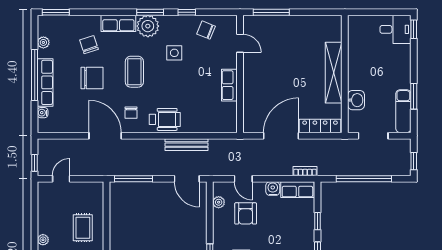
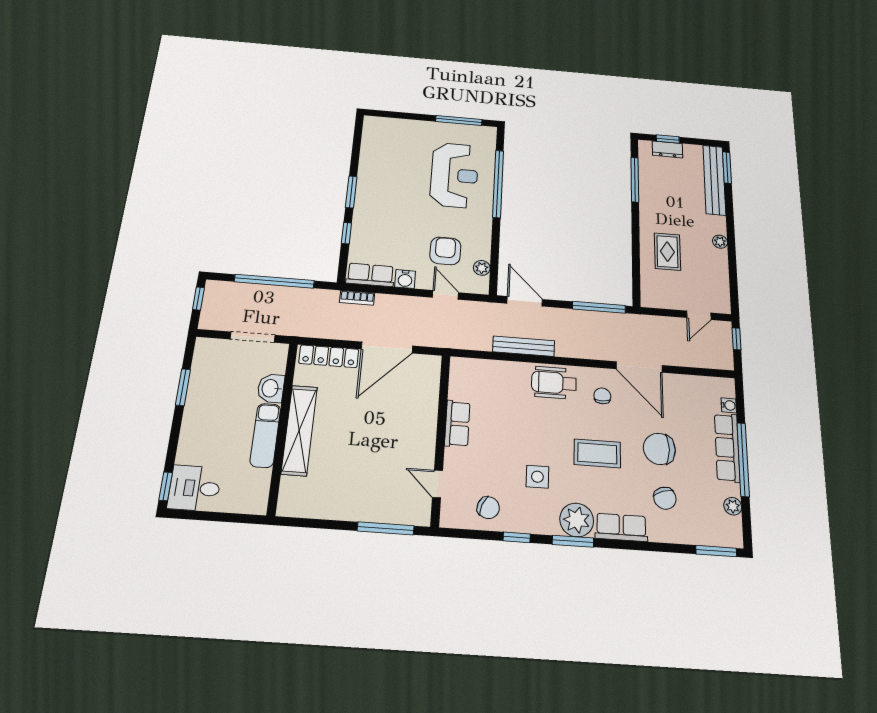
coffee table: (134, 72) -> (597, 453), turned 90
exam couch: (403, 111) -> (265, 435), moved, turned 180

